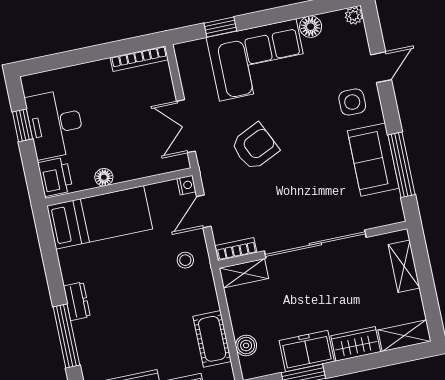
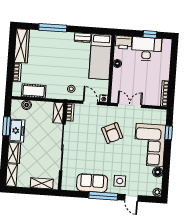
window: (401, 165) -> (103, 196), moved
dresser: (77, 301) -> (83, 38), moved

